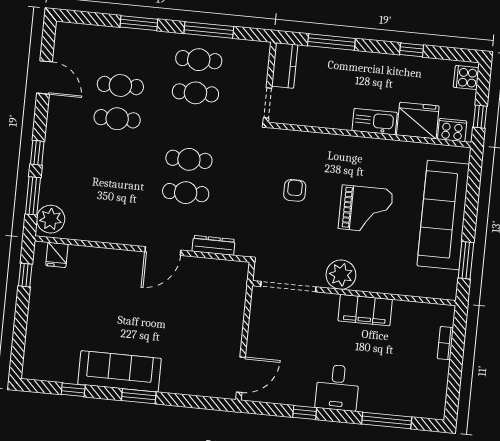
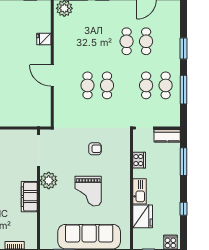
cooker: (452, 130) -> (139, 160), moved
dresser: (214, 245) -> (58, 105), removed
fridge: (57, 255) -> (44, 39), moved

